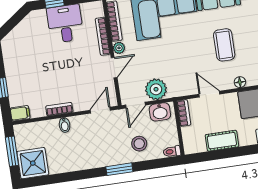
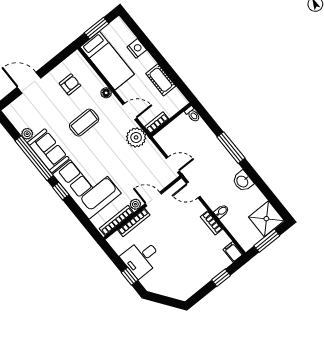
plant: (156, 89) -> (136, 137), moved
door: (209, 94) -> (130, 111), swing flipped
washbasin: (160, 112) -> (243, 181), moved, turned 180
stool: (139, 144) -> (202, 144), removed
window: (119, 169) -> (231, 148), width x1.44

